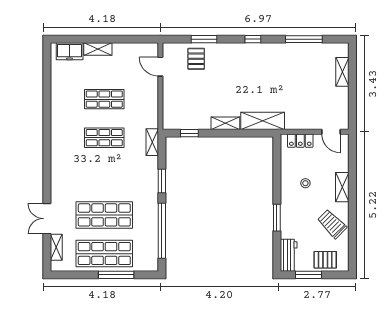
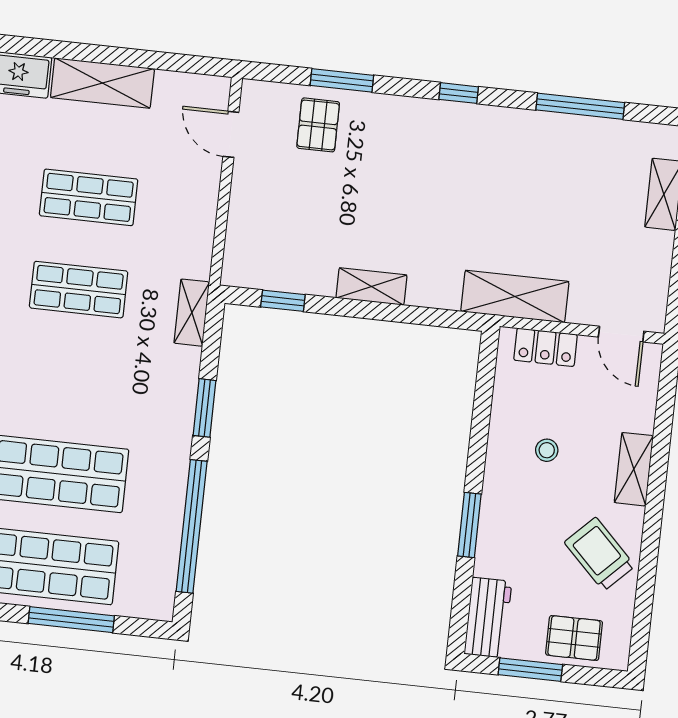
shelving: (98, 49) -> (102, 83), width x1.50, depth x1.33
shelving: (263, 121) -> (515, 296), moved

